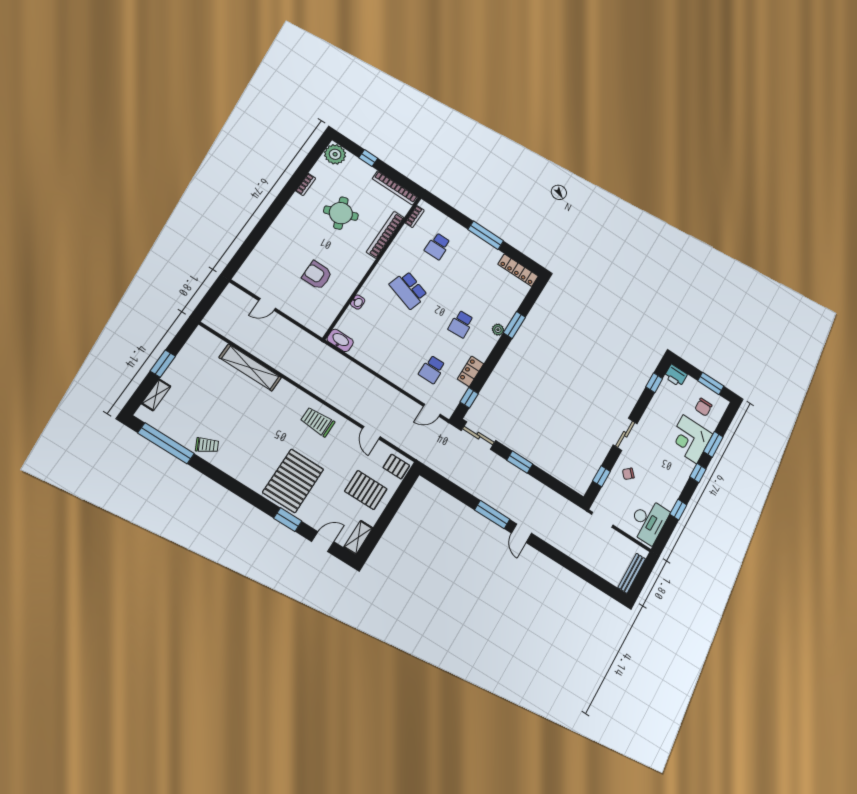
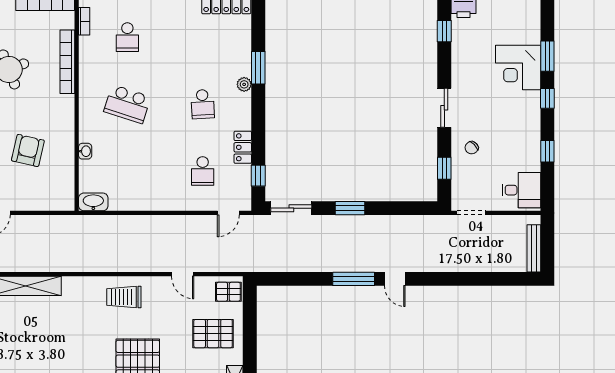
armchair: (317, 275) -> (28, 150), turned 103
chair: (703, 407) -> (514, 22), removed
desk: (648, 521) -> (521, 190), width x0.73

